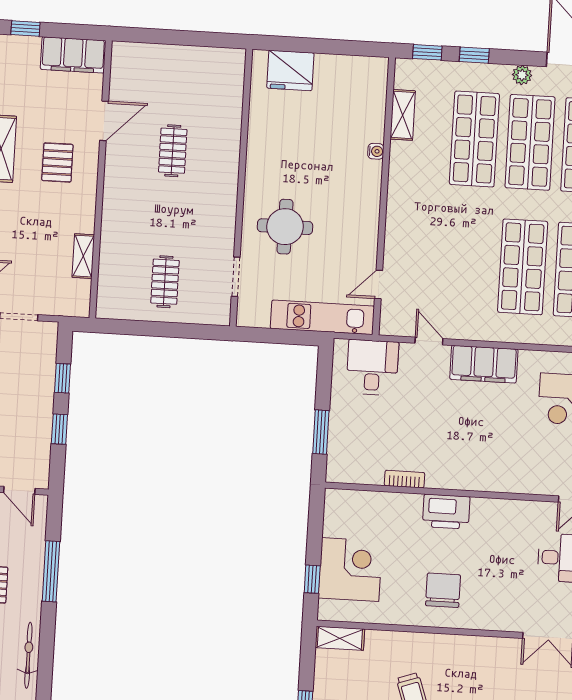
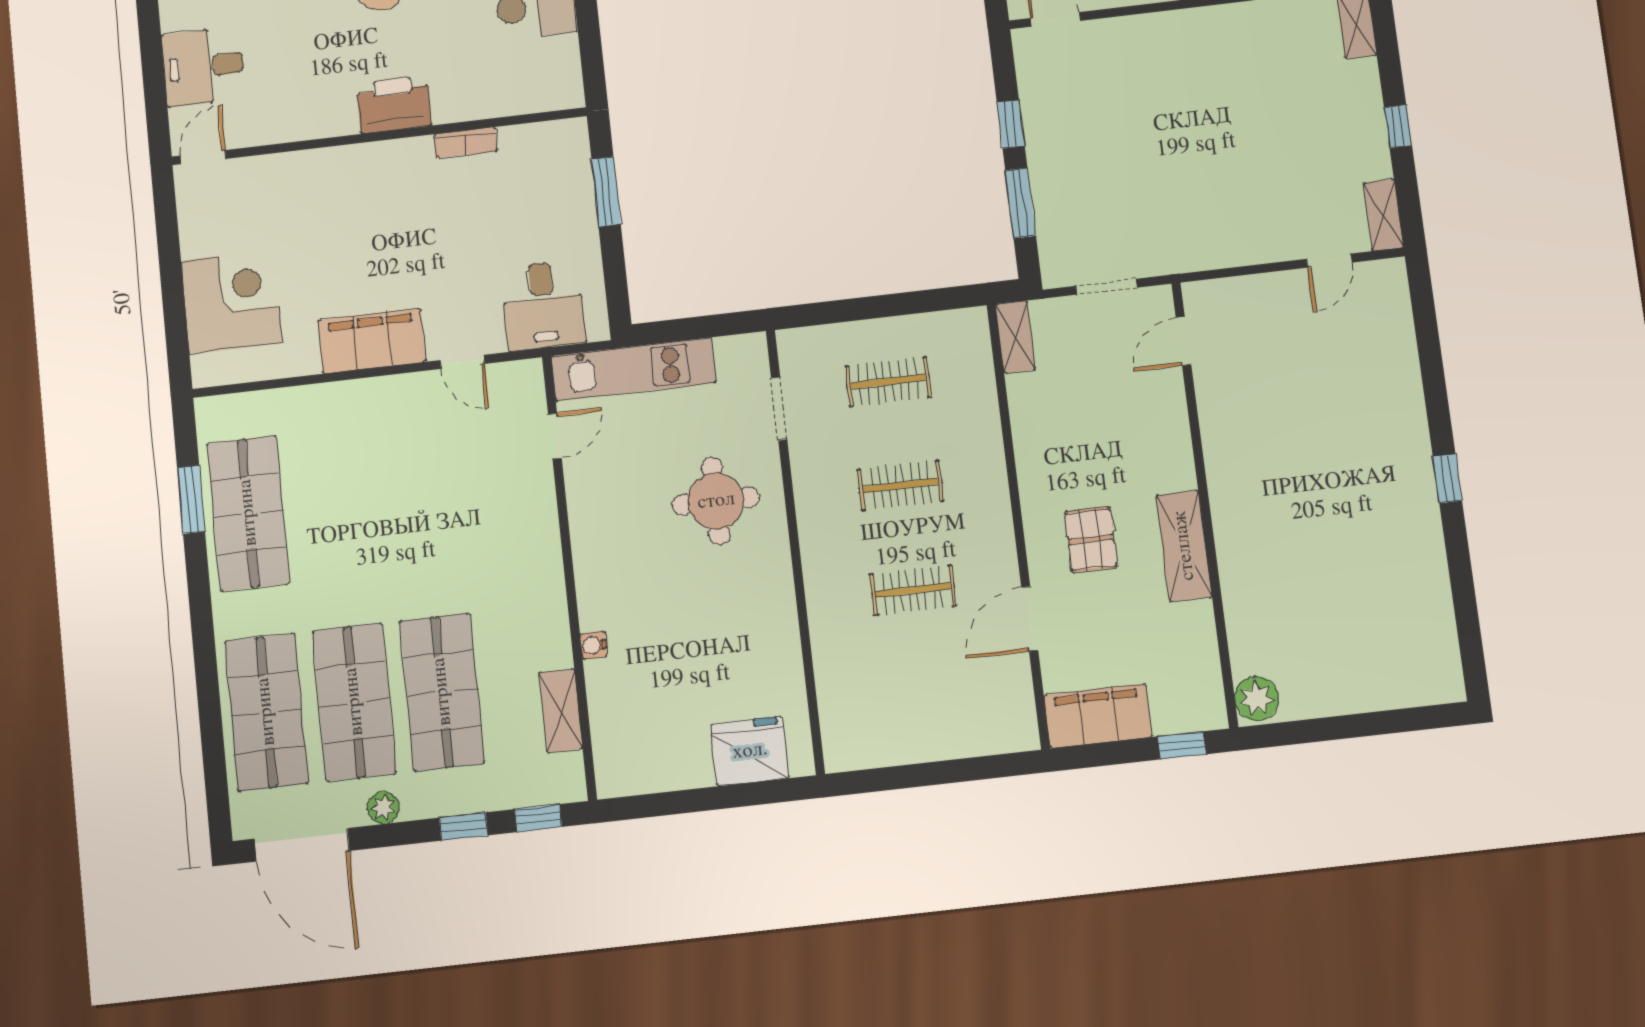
clothes rail: (173, 151) -> (913, 590), turned 90
clothes rail: (169, 216) -> (900, 485), added
shelving: (83, 256) -> (1015, 337), moved
shop shelf: (523, 267) -> (335, 503), removed
clothes rail: (165, 282) -> (888, 382), turned 90
window: (62, 378) -> (1021, 203), width x1.50

